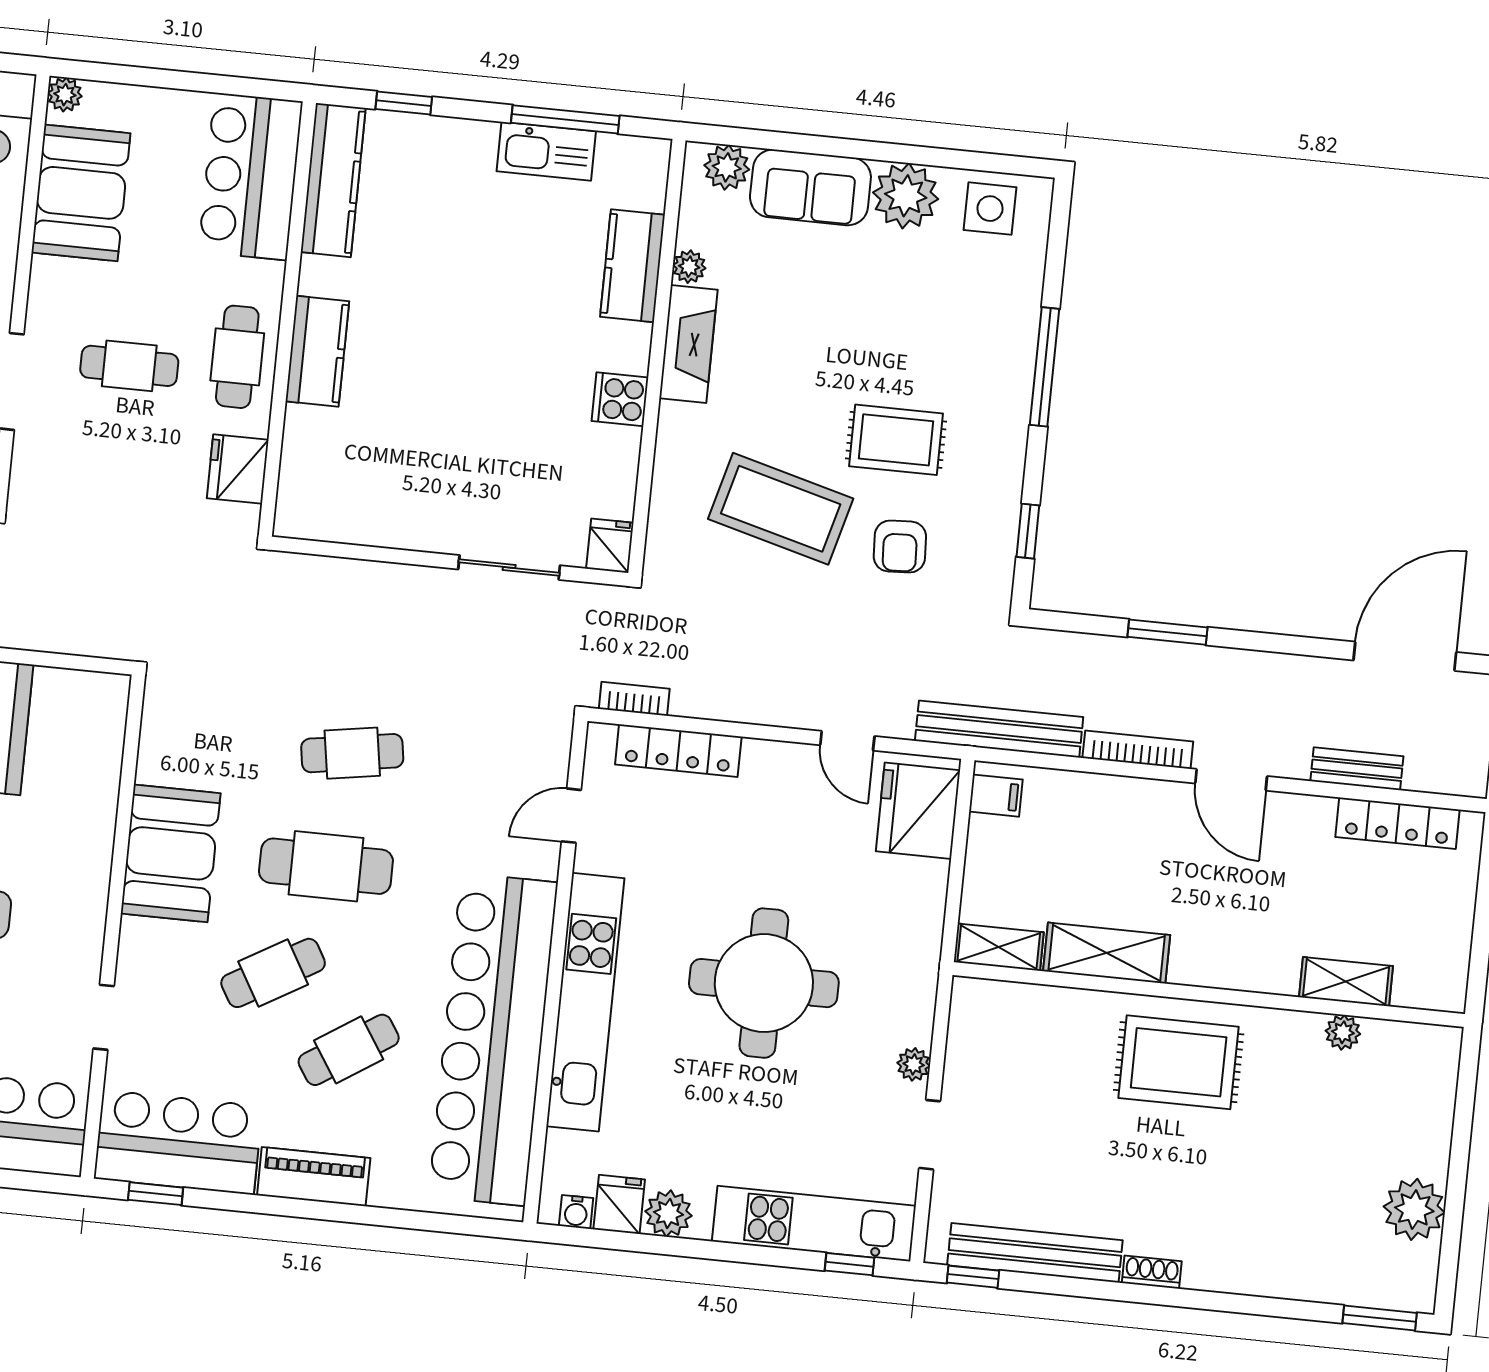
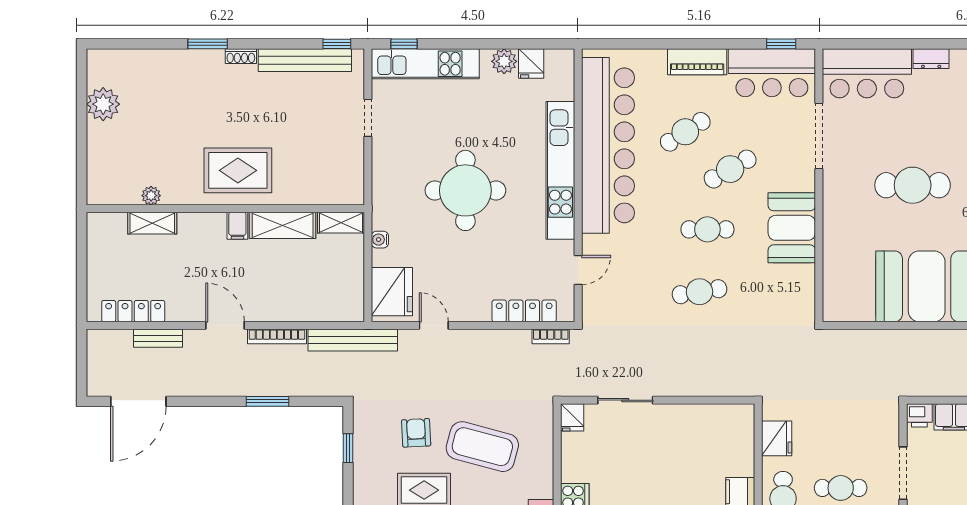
filing cabinet: (996, 796) -> (237, 226), moved, turned -90
cafe table: (326, 866) -> (707, 229), width x0.73, depth x0.74
doorway: (104, 1017) -> (819, 136), width x1.88
plant: (914, 1064) -> (380, 155), removed
water cooler: (576, 1212) -> (380, 240), moved, turned -90
window: (1380, 1318) -> (208, 44), moved

